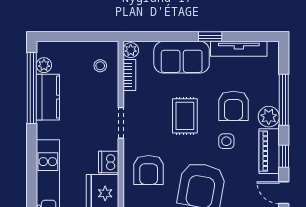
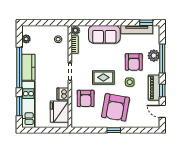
window: (210, 37) -> (146, 23), moved
window: (32, 88) -> (19, 68), moved
kitchen counter: (48, 97) -> (28, 67), moved
rug: (185, 116) -> (103, 77), moved, turned 90
plant: (269, 117) -> (154, 56), moved
window: (32, 184) -> (19, 106), added

